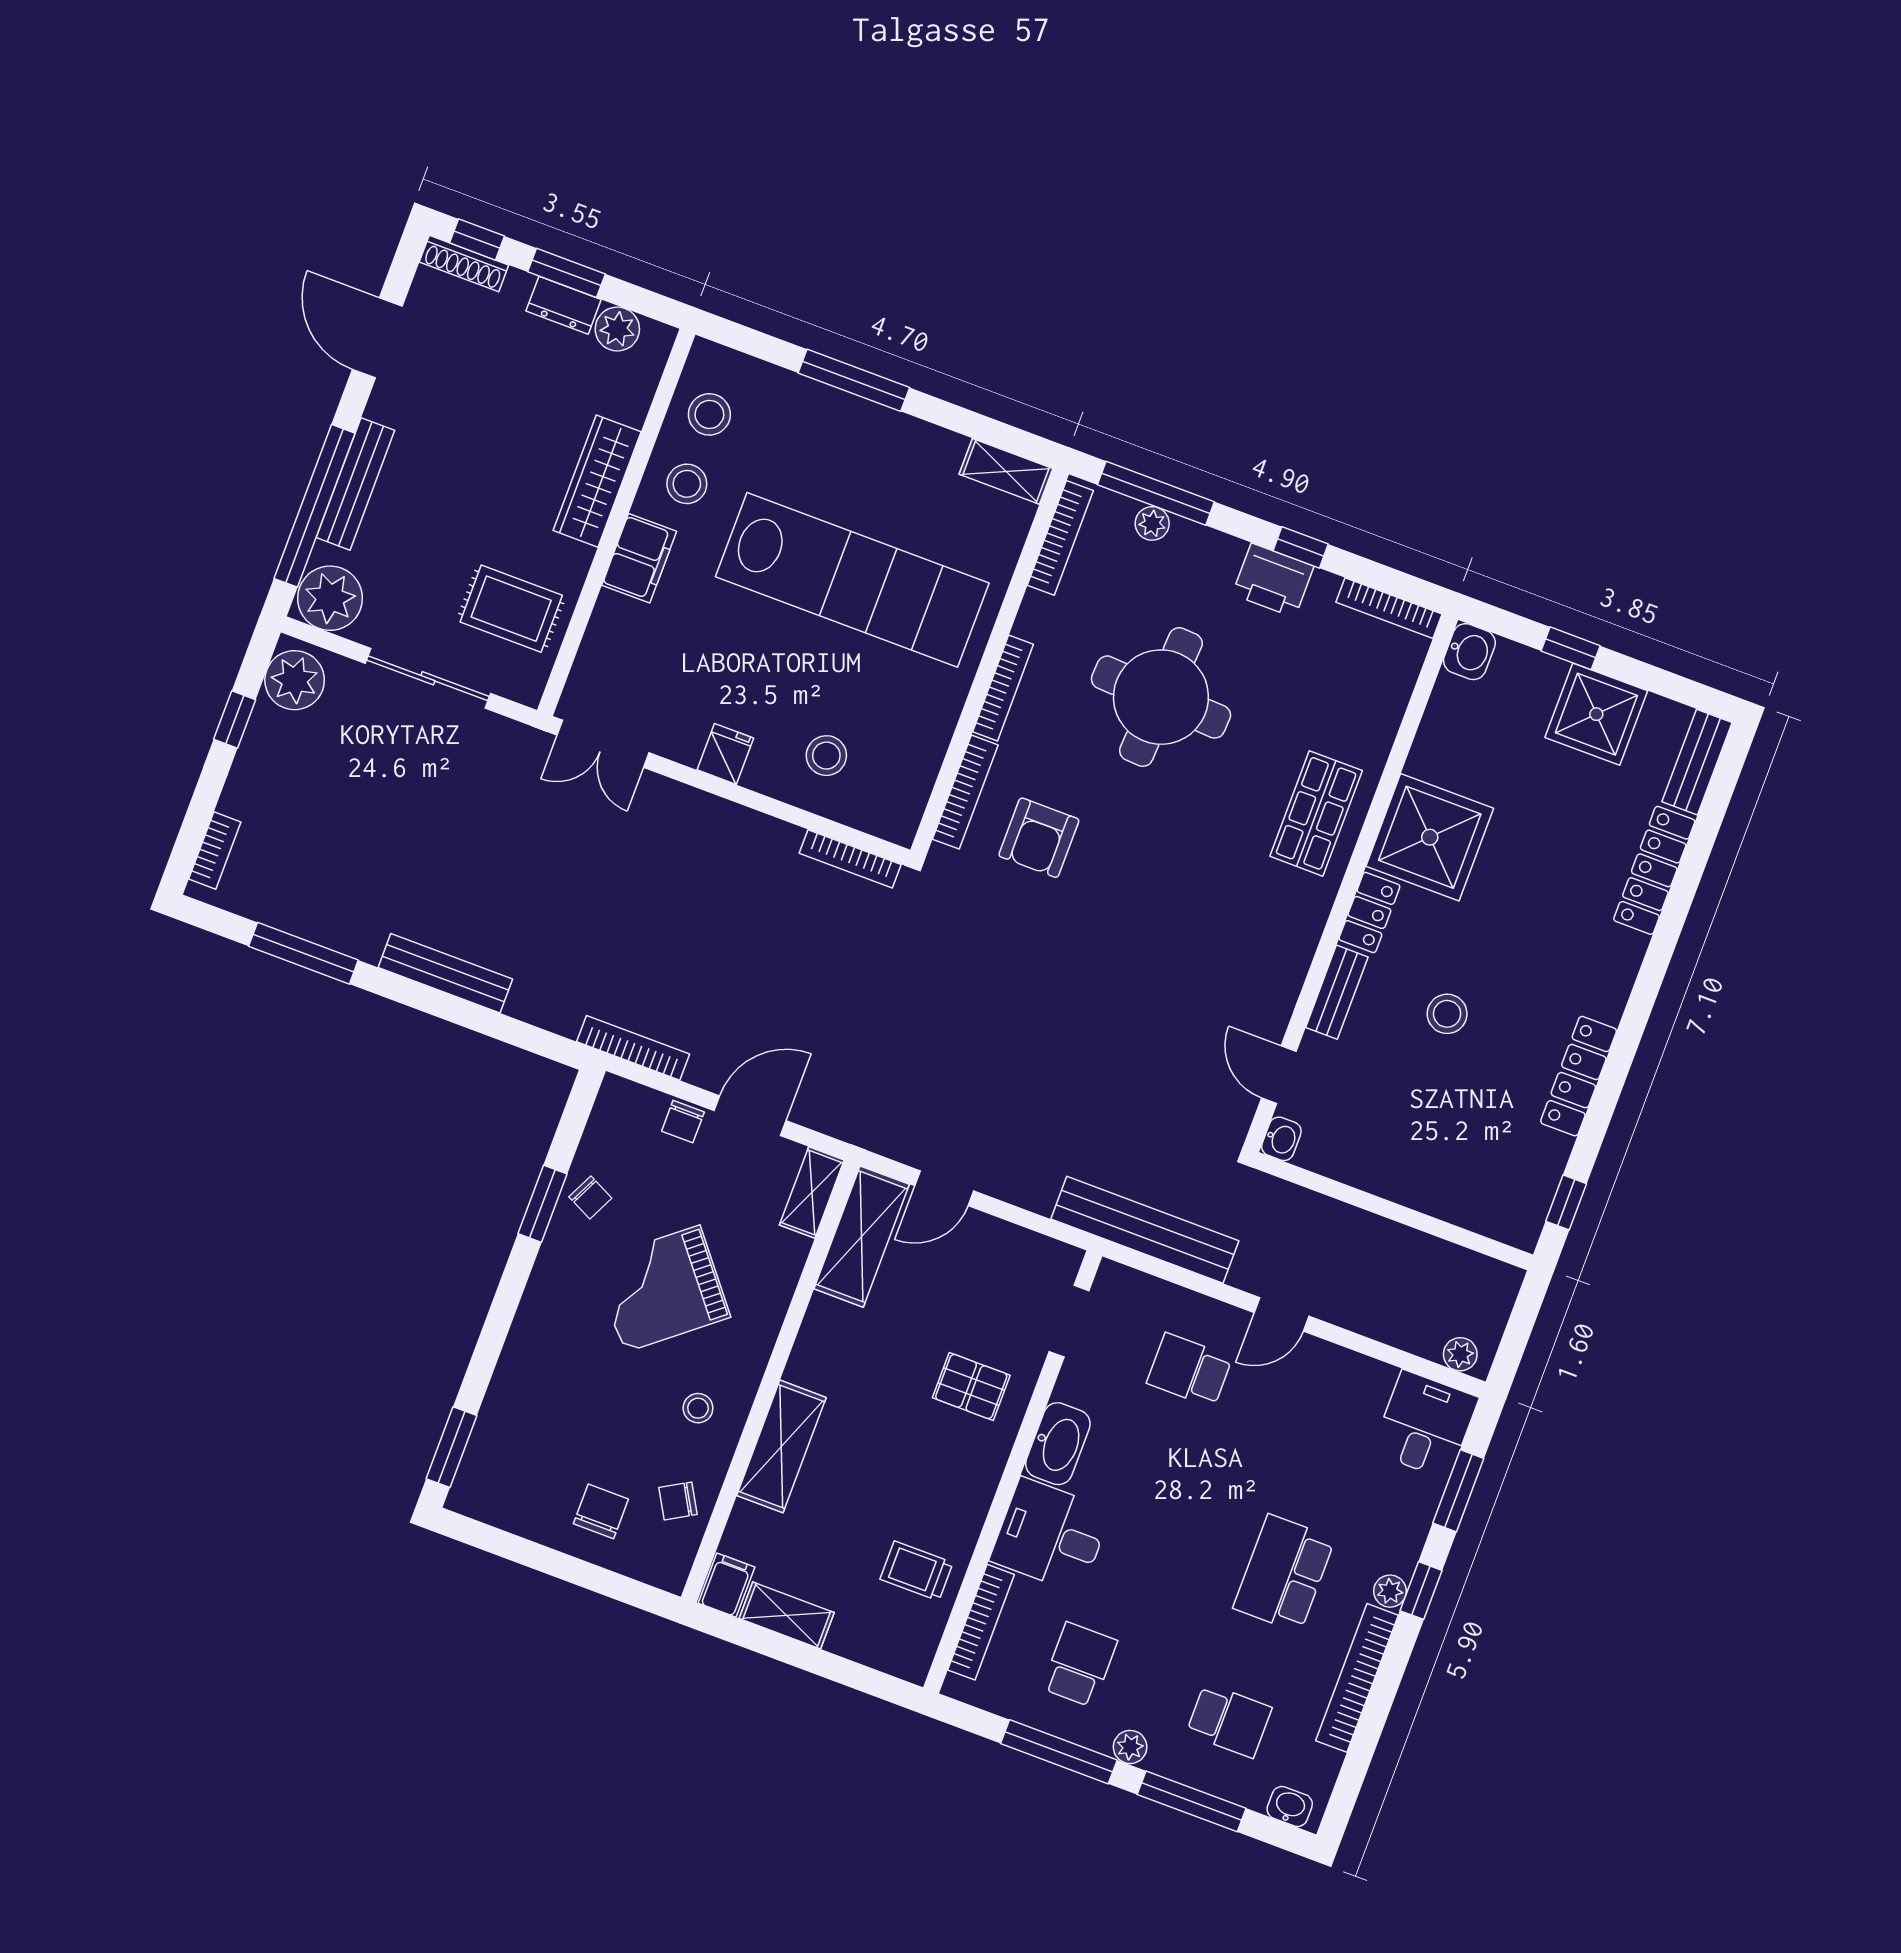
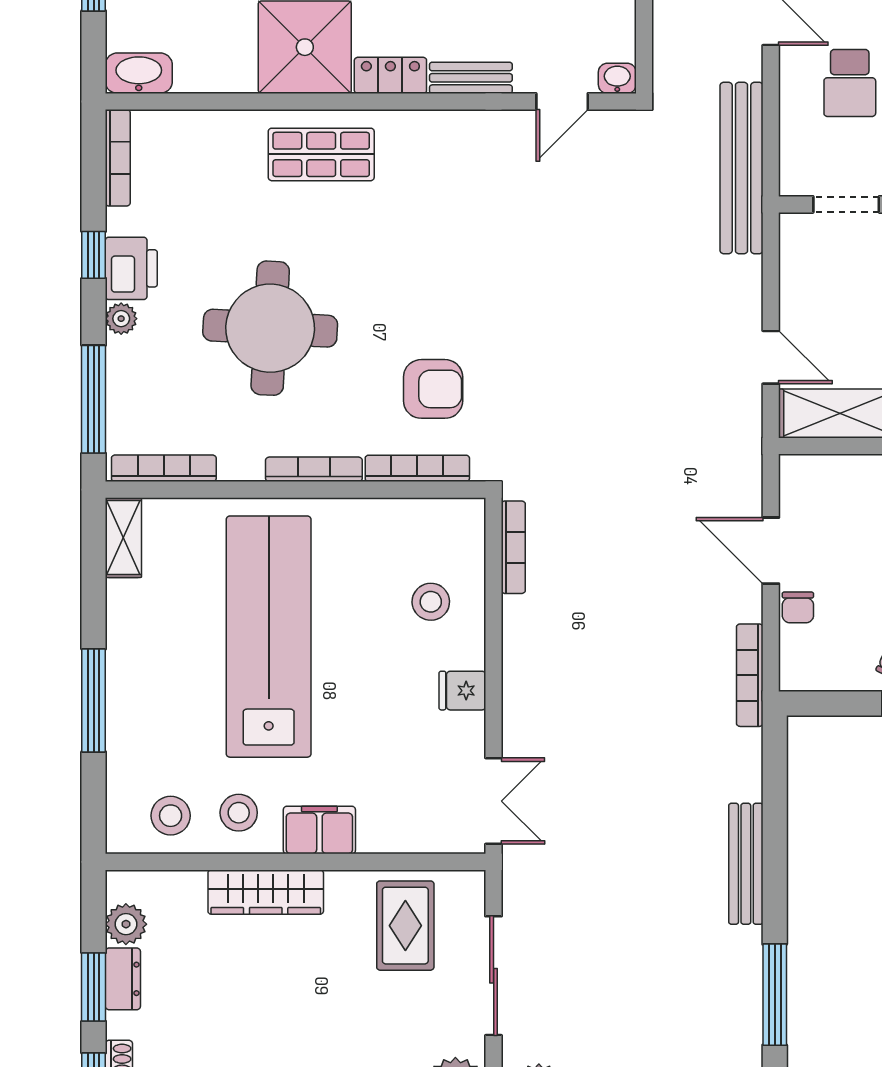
plant: (1152, 523) -> (121, 319), moved
washbasin: (1469, 652) -> (139, 73), width x1.38
chair: (683, 1122) -> (798, 607), turned 90
shelving: (812, 1193) -> (818, 472), removed

